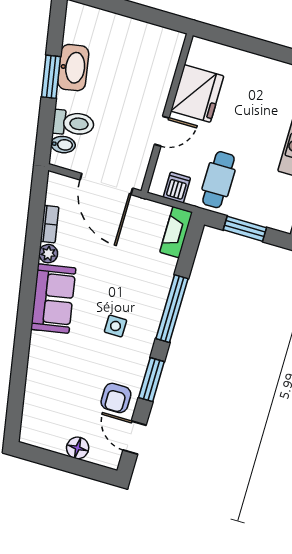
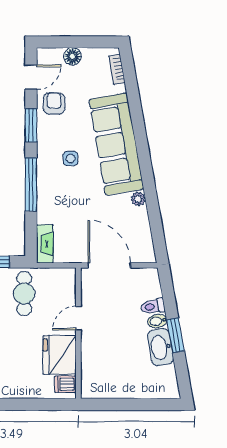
toilet: (73, 123) -> (153, 306), width x0.73, depth x0.72
bidet: (63, 145) -> (157, 321), moved
dishwasher: (177, 187) -> (65, 384), moved, turned 90
bookcase: (50, 224) -> (117, 69), moved
sofa: (53, 299) -> (116, 144), width x1.85, depth x1.27
door: (135, 438) -> (31, 77), hinge flipped

